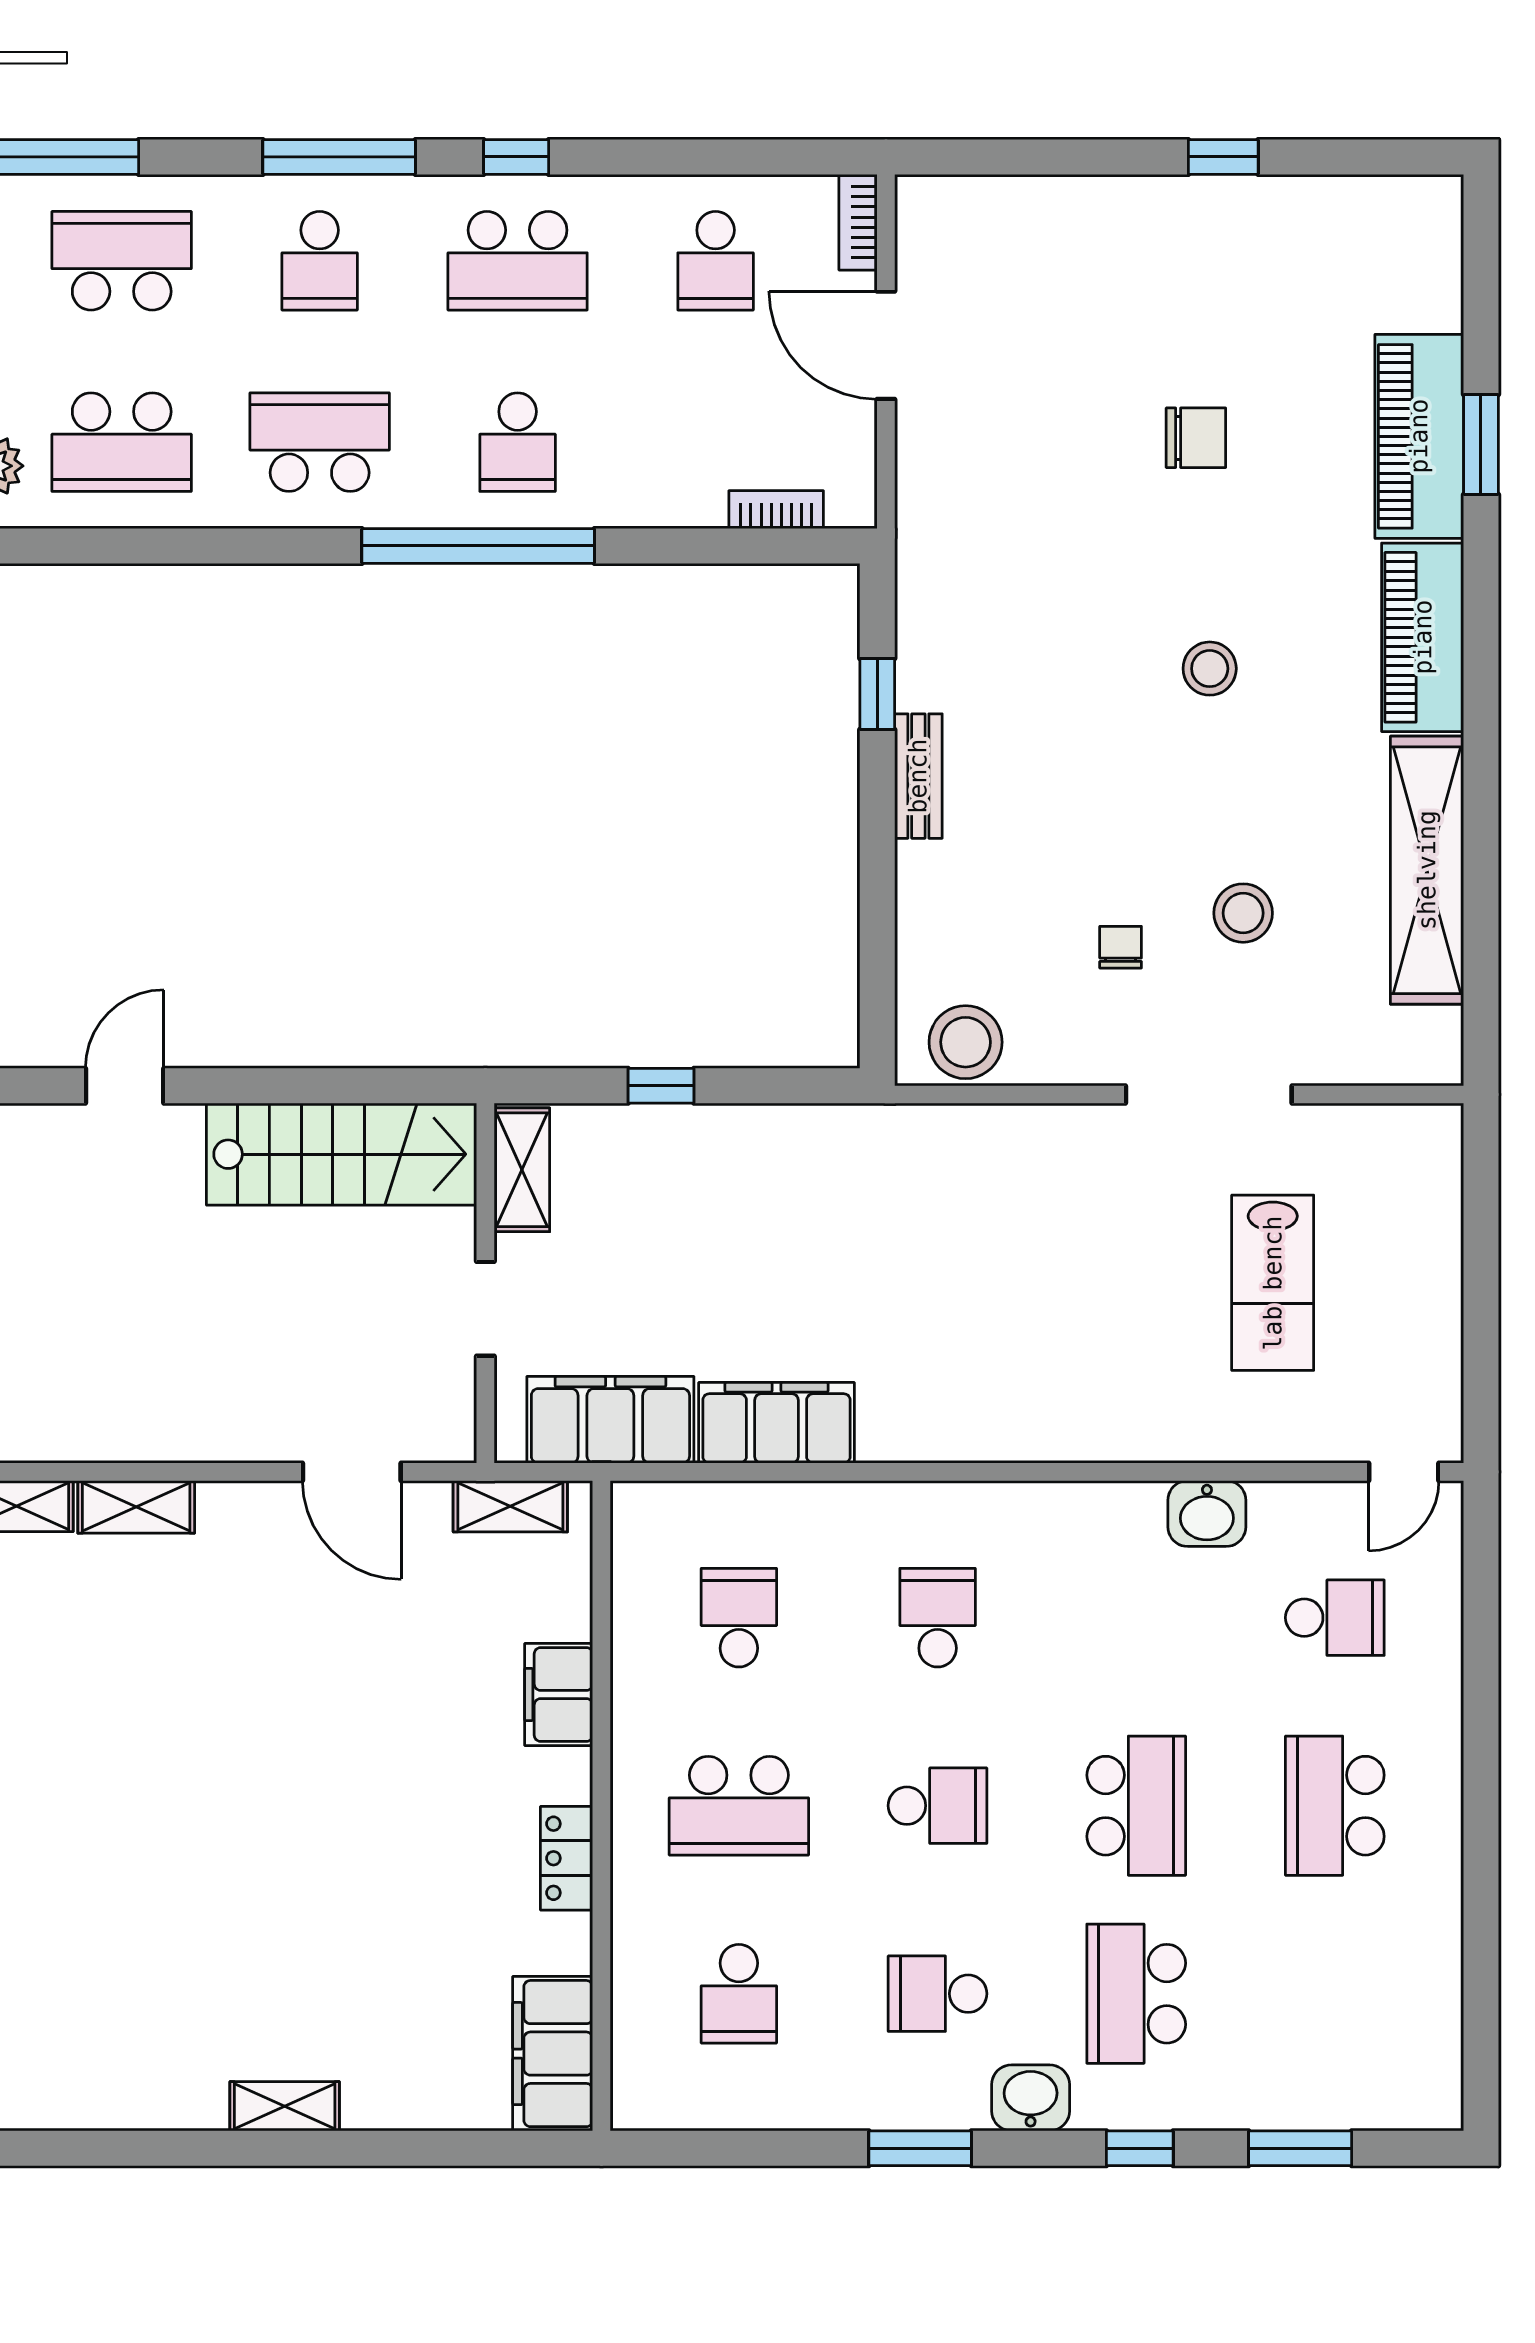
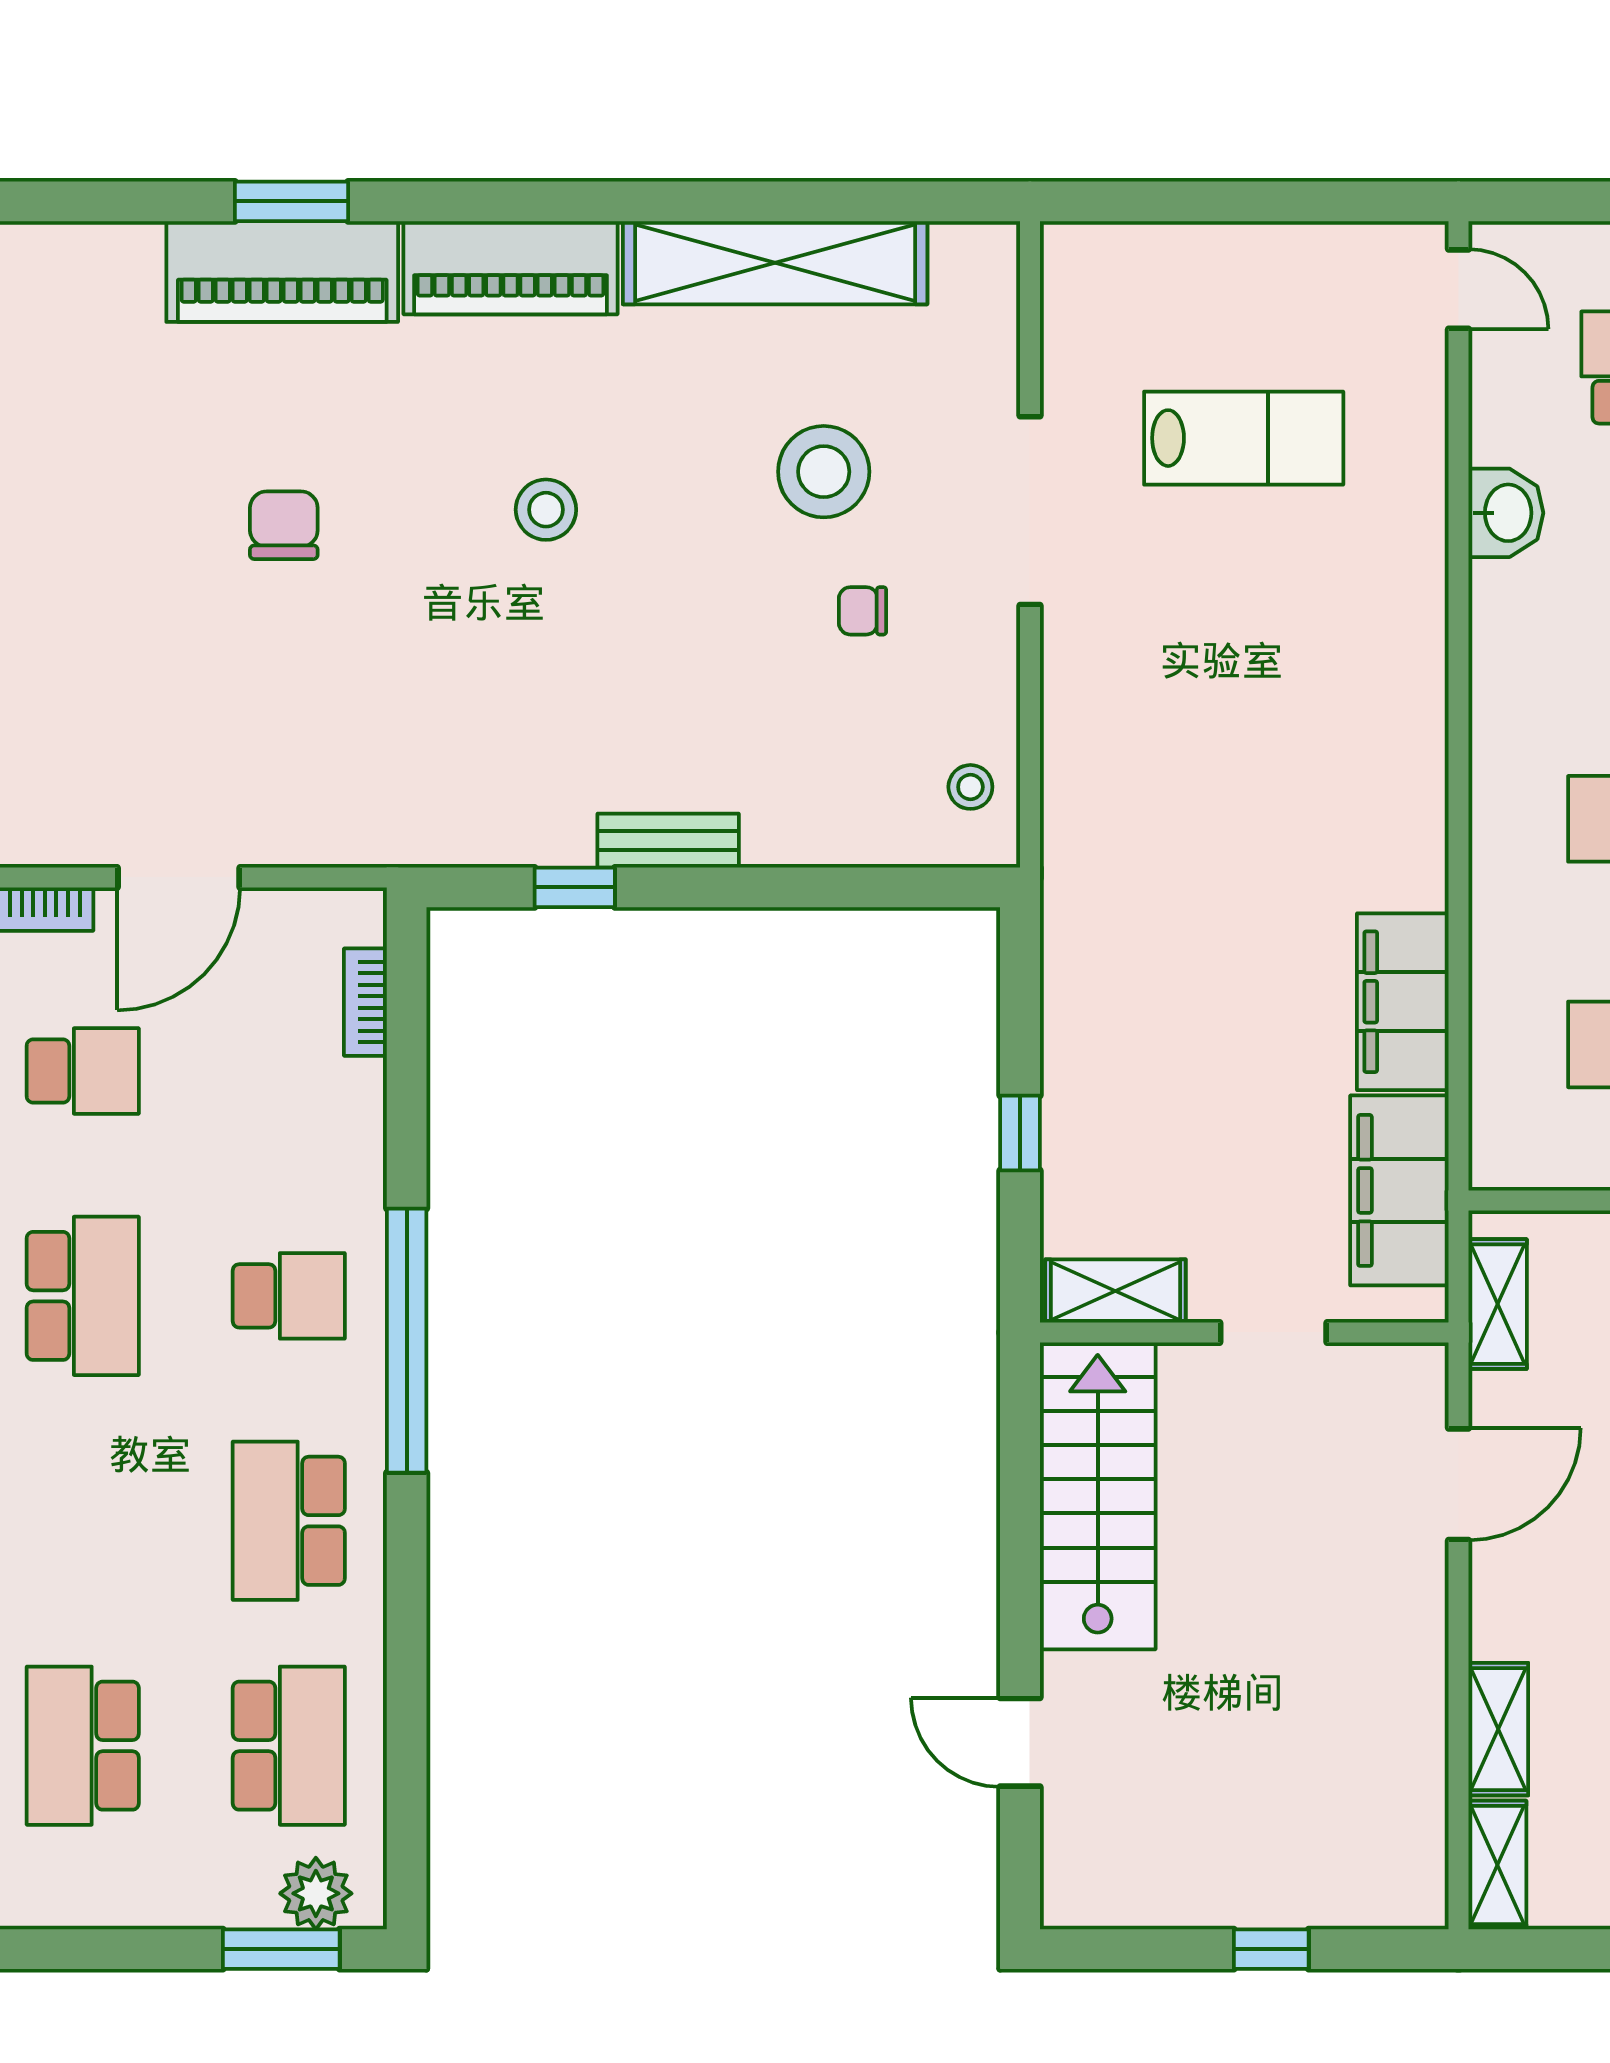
school desk: (320, 261) -> (83, 1521), removed
stool: (1243, 913) -> (824, 472), width x1.38, depth x1.38
stool: (966, 1042) -> (970, 787), width x0.53, depth x0.53

